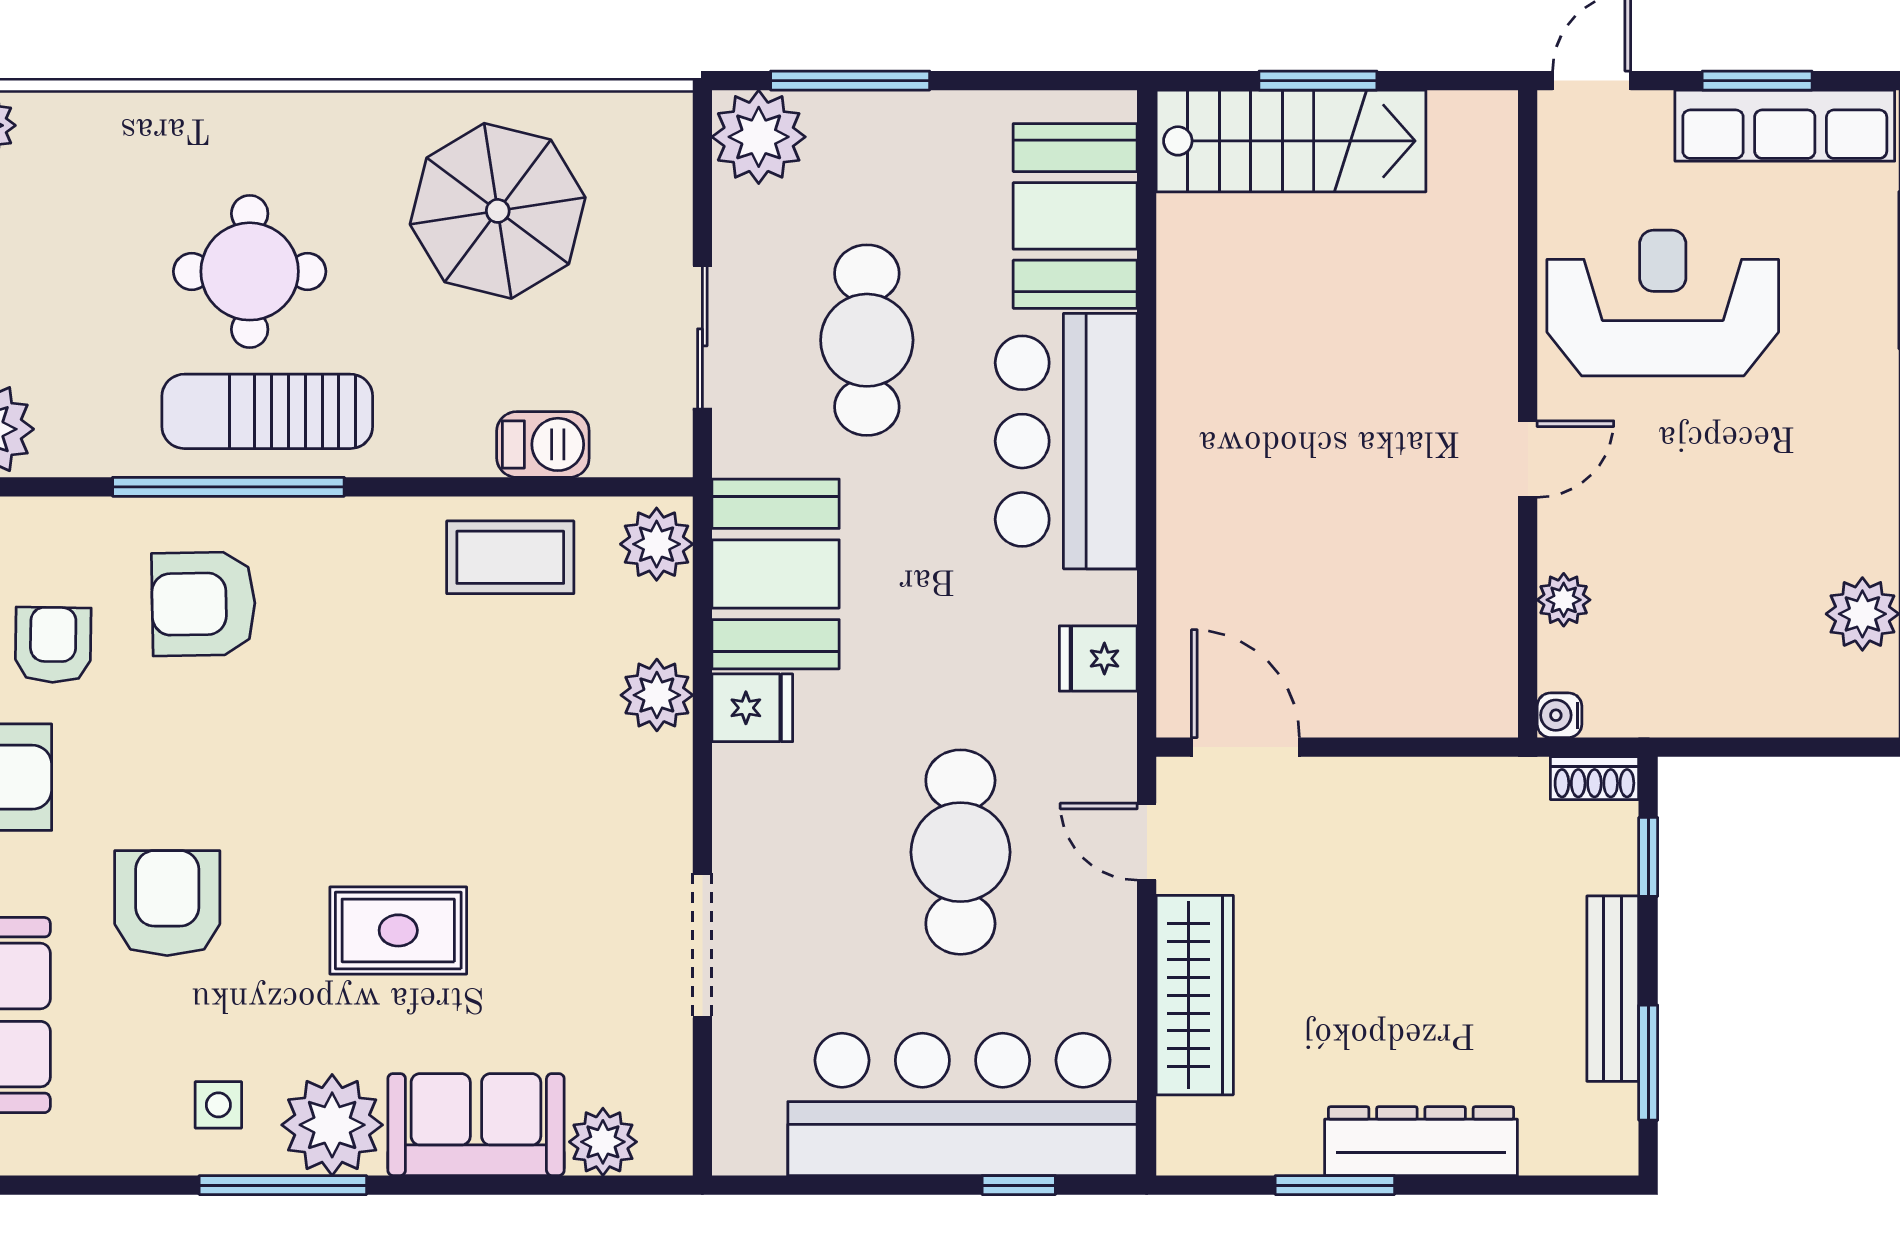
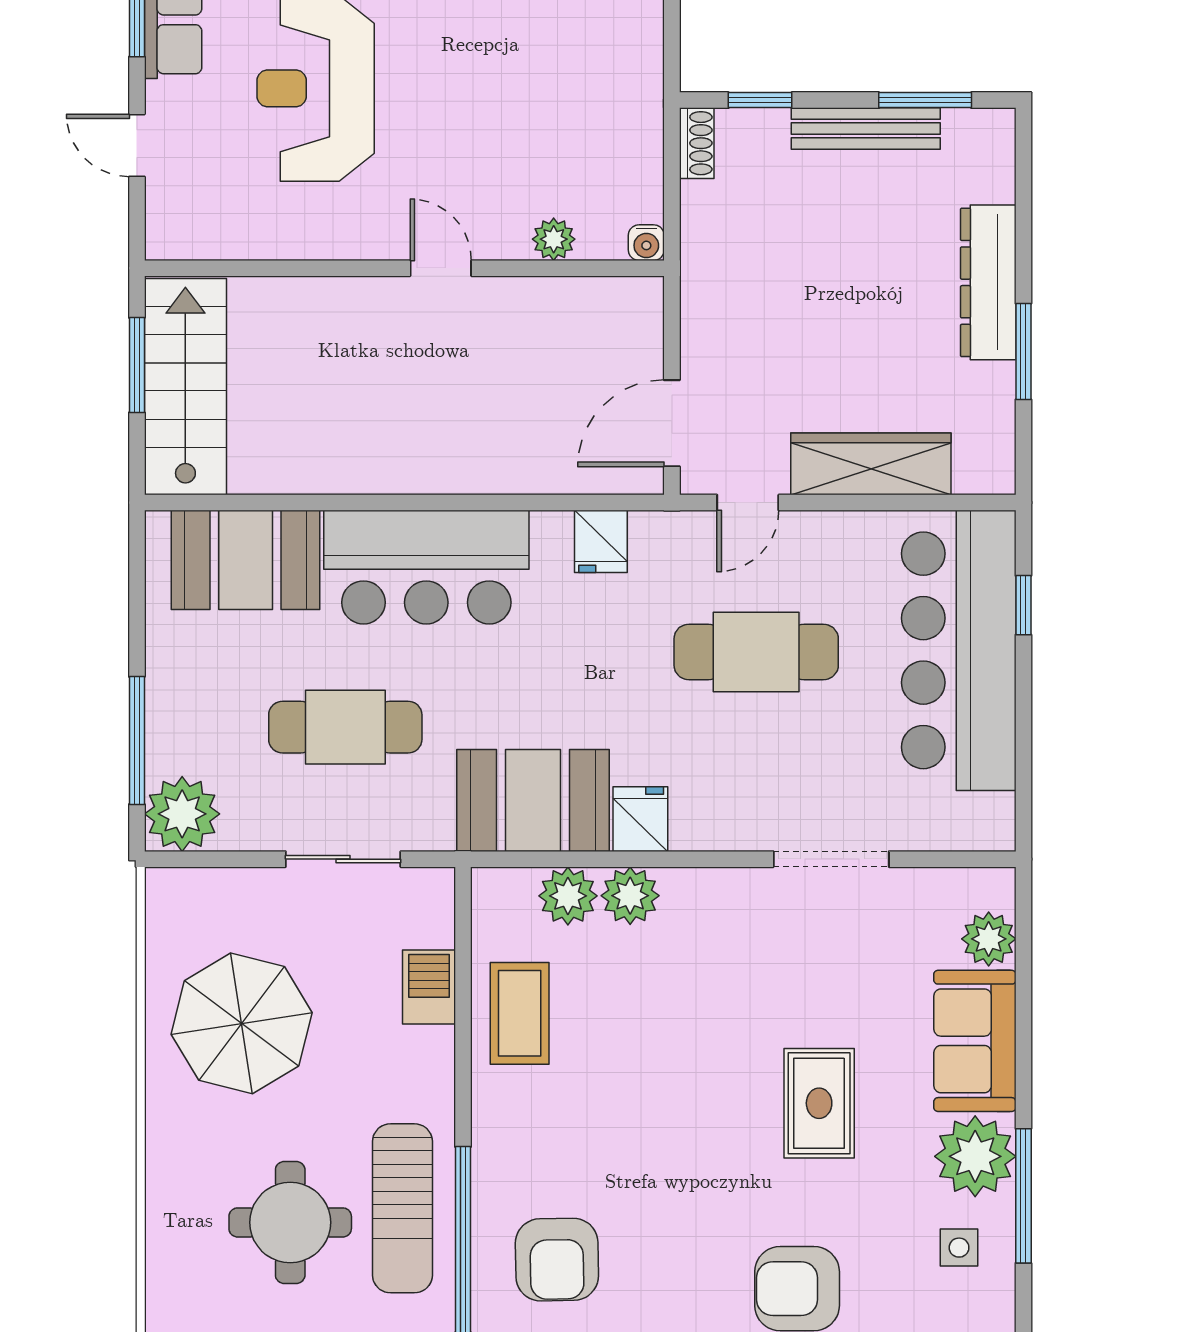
wall: (1528, 414) -> (404, 268), moved
door: (1528, 459) -> (441, 268), moved
plant: (657, 544) -> (568, 896), moved
plant: (1564, 600) -> (554, 239), moved
water cooler: (1559, 715) -> (646, 243), moved

